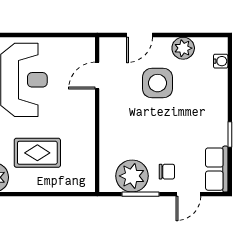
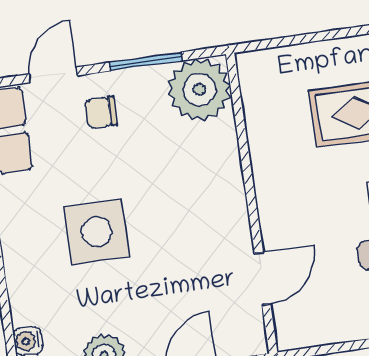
side table: (158, 83) -> (97, 232), moved
plant: (132, 176) -> (199, 90), moved

